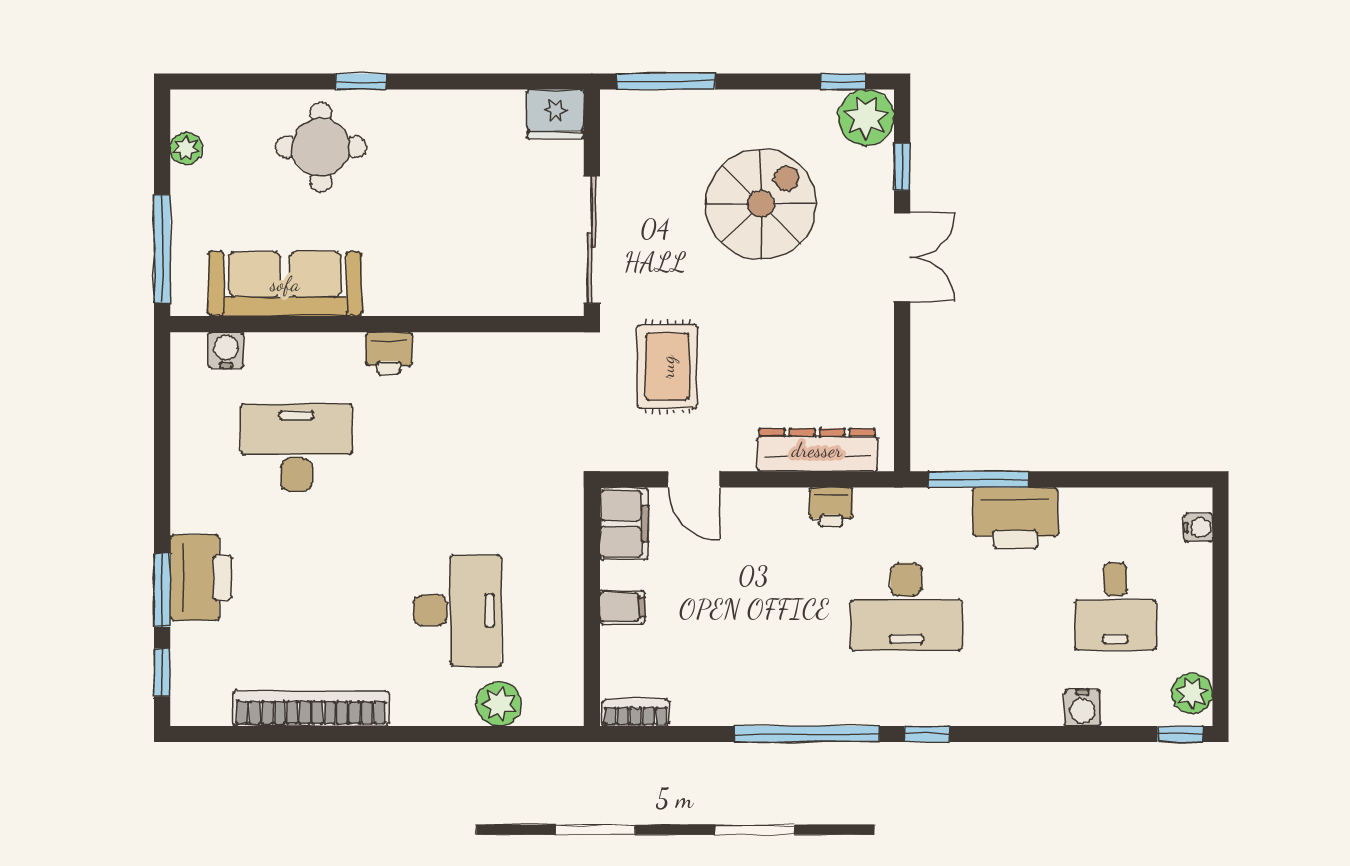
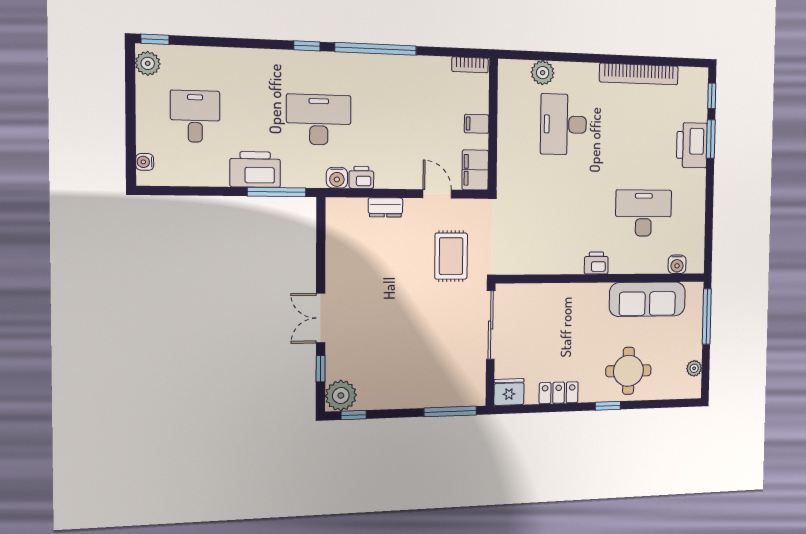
locker: (459, 110) -> (559, 393), added
spiral stairs: (761, 204) -> (399, 346), removed
desk: (296, 448) -> (643, 213), turned 180
dresser: (817, 450) -> (385, 207), width x0.51, depth x0.80
water cooler: (1082, 708) -> (337, 178), moved, turned 180

